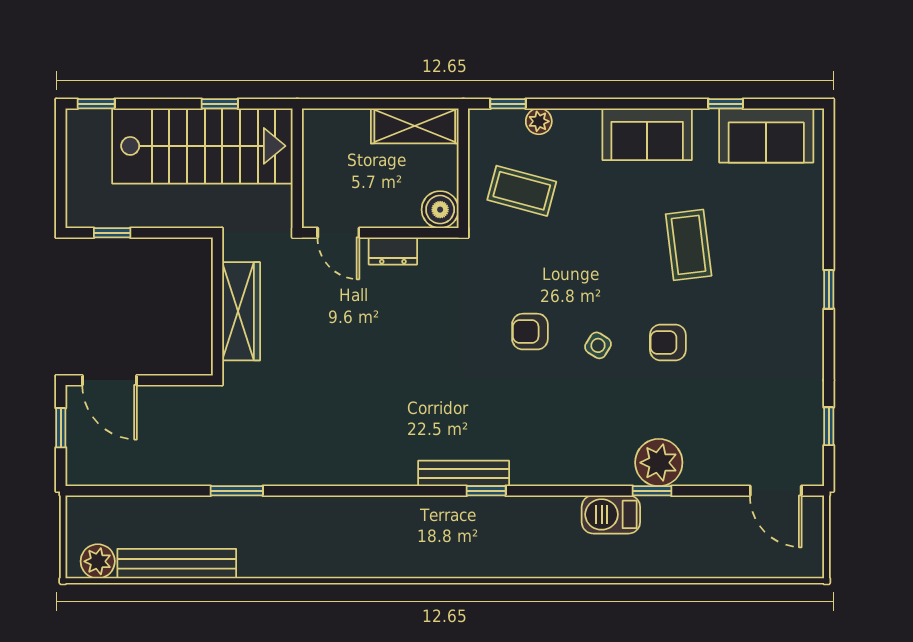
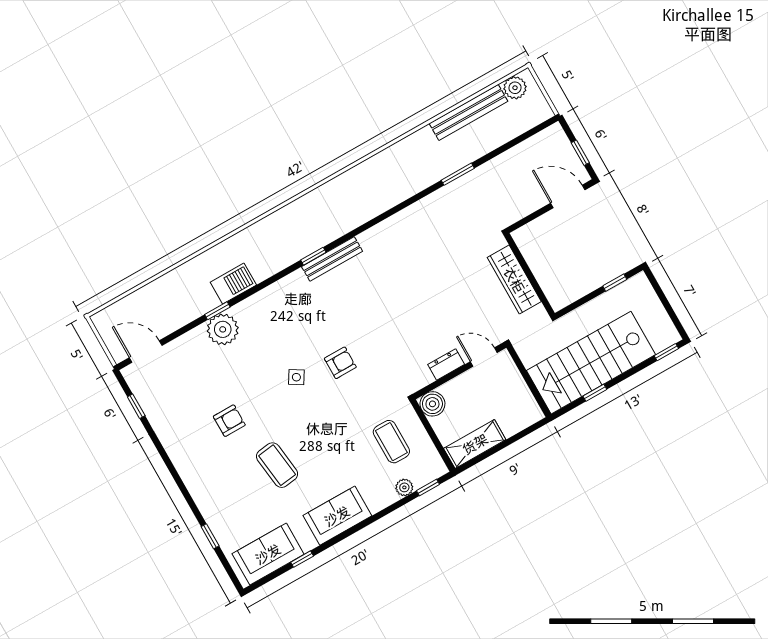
coffee table: (522, 191) -> (391, 442), turned 75
window: (829, 289) -> (210, 536), moved
armchair: (668, 342) -> (229, 421), moved

